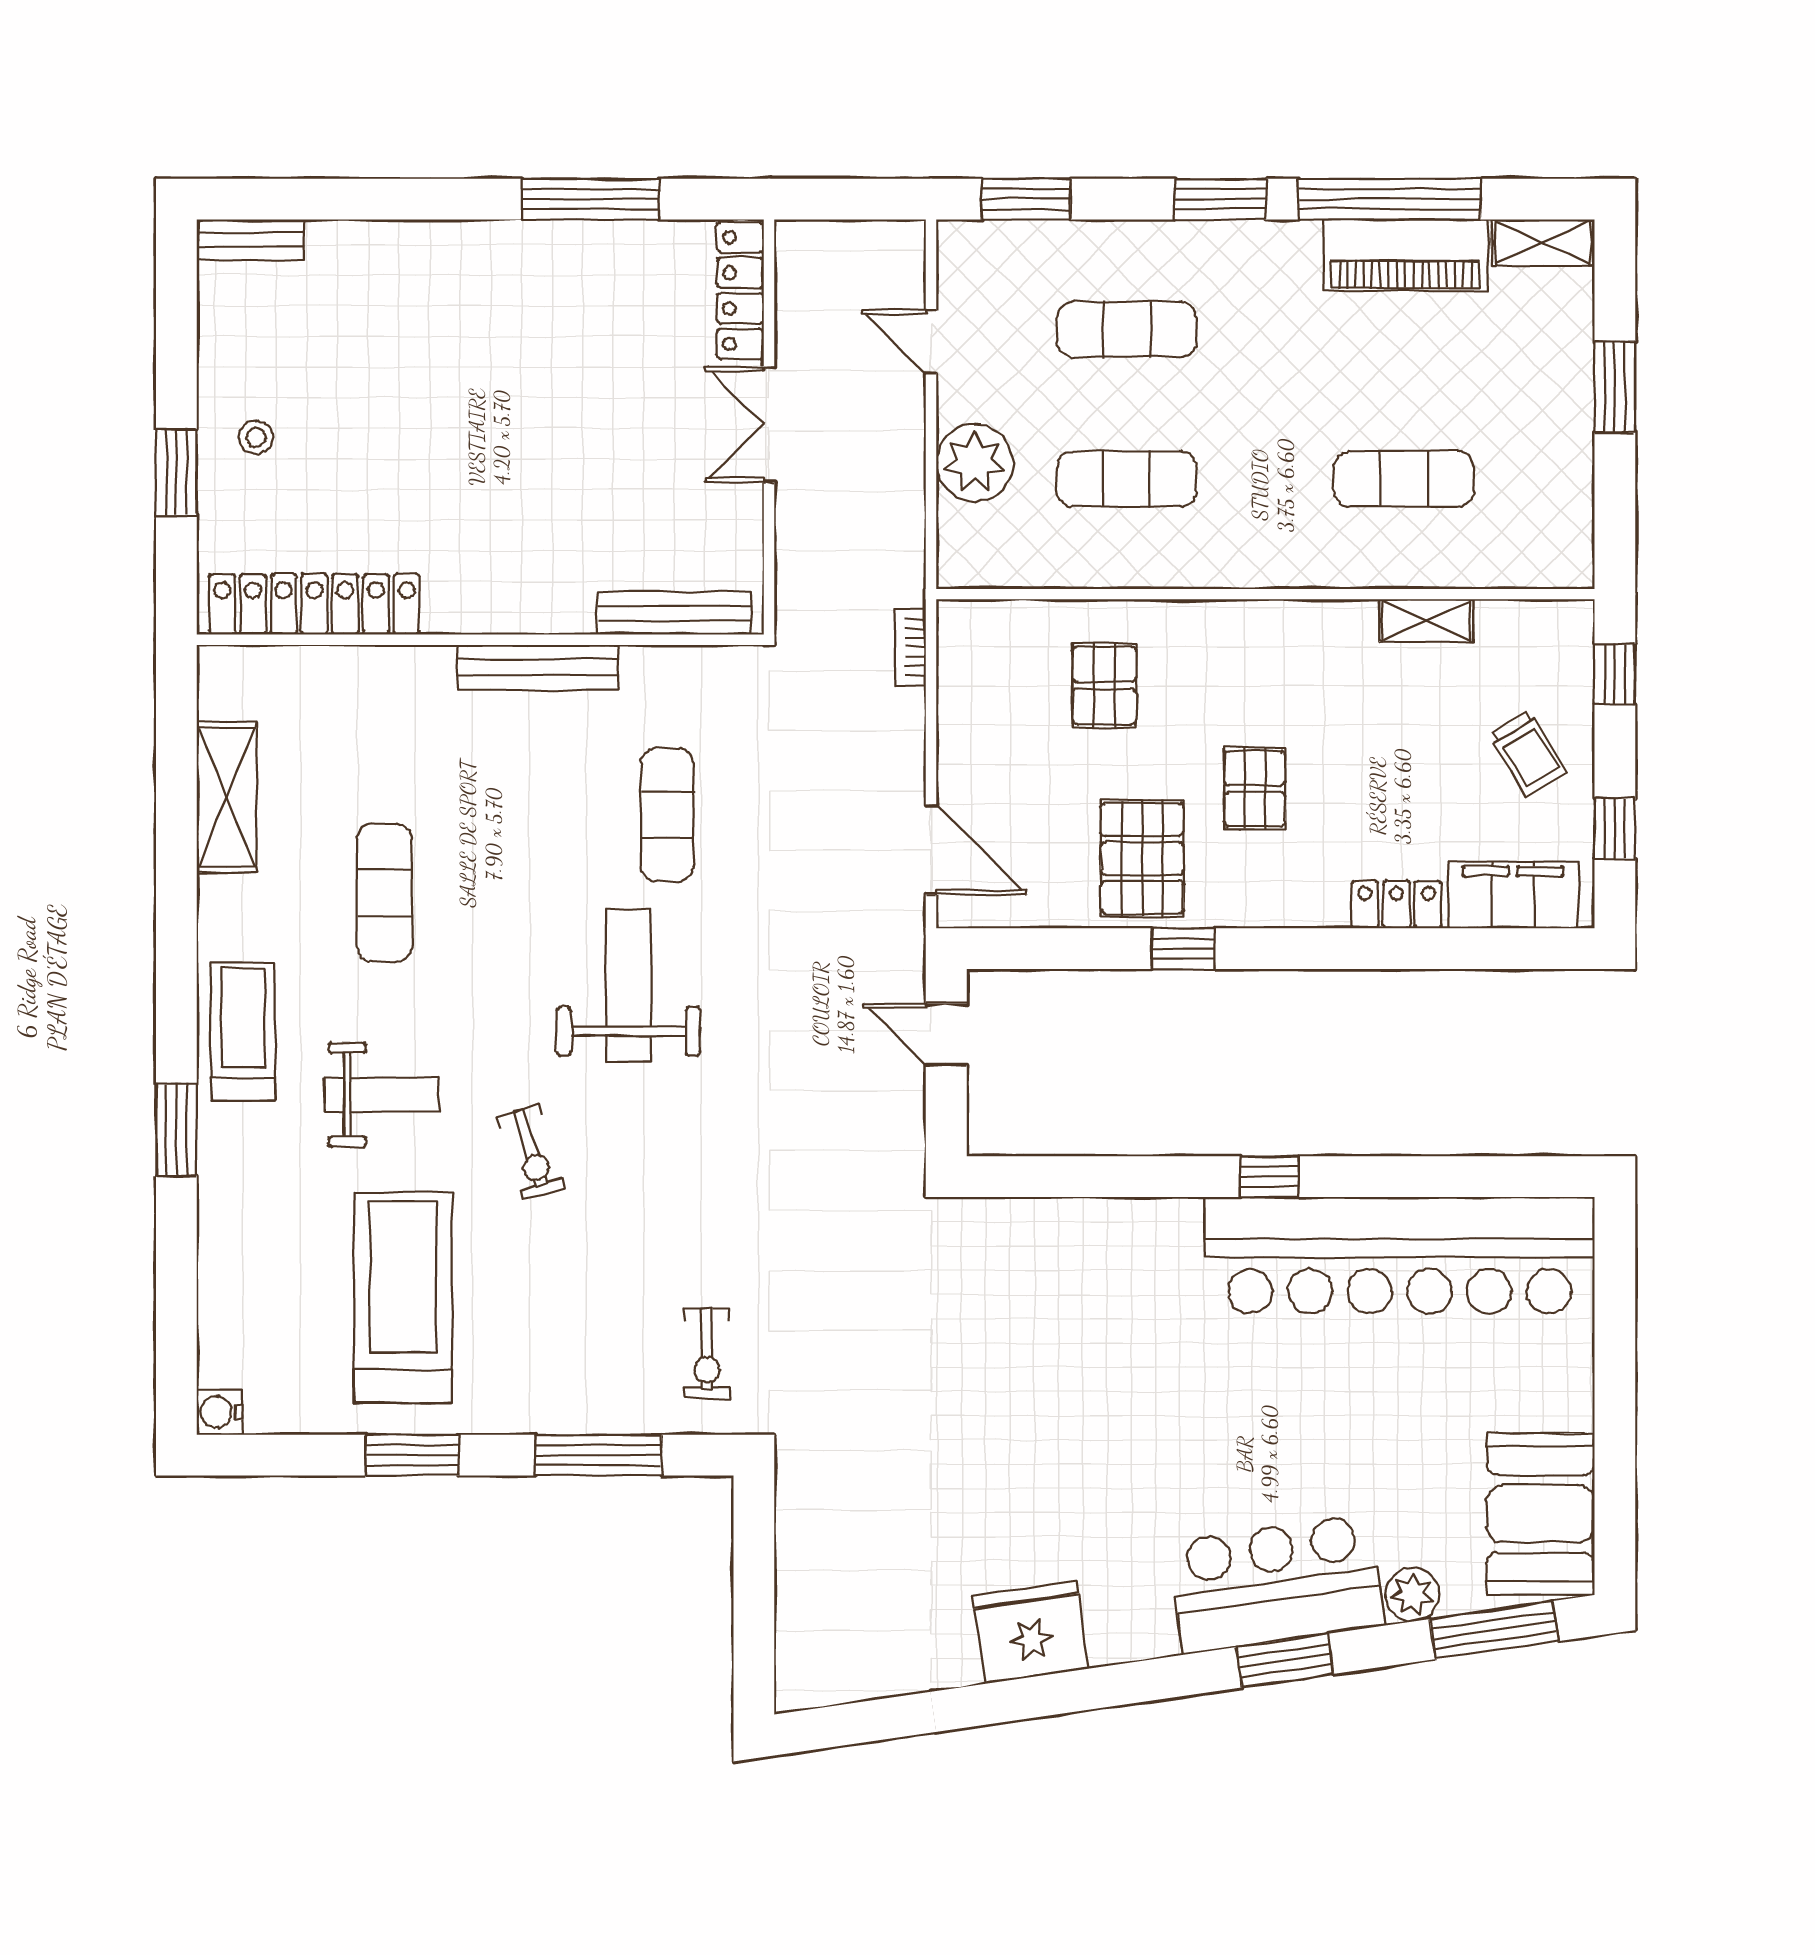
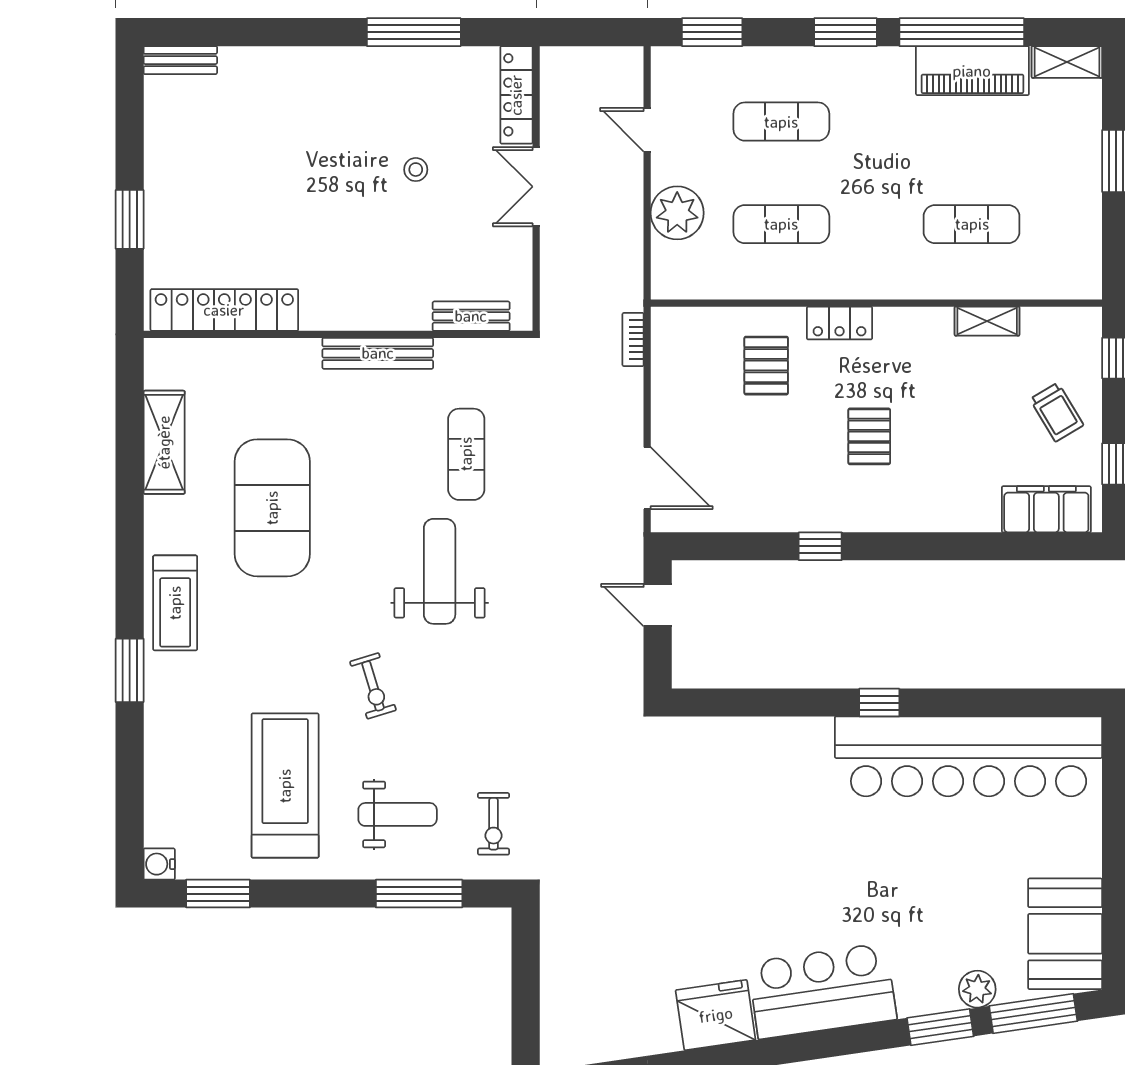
stool: (256, 437) -> (416, 170), moved
bench: (674, 613) -> (471, 316), width x0.73
pallet: (1142, 858) -> (792, 484), removed
exercise mat: (384, 893) -> (272, 508), width x2.00, depth x1.45
locker: (1397, 904) -> (840, 323), moved, turned 180
treadmill: (243, 1031) -> (175, 603), turned 180
weight bench: (382, 1095) -> (398, 814), moved
window: (412, 1455) -> (218, 894), moved
bar counter: (1276, 1584) -> (822, 991), moved
window: (1285, 1661) -> (940, 1027), moved

